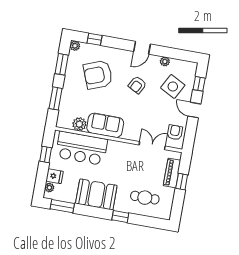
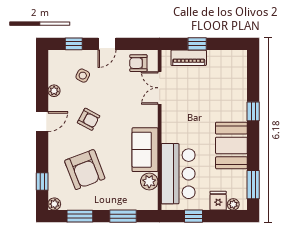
door: (142, 48) -> (42, 122), hinge flipped
side table: (173, 86) -> (83, 76), width x0.54, depth x0.54
cafe table: (145, 198) -> (225, 86), removed

